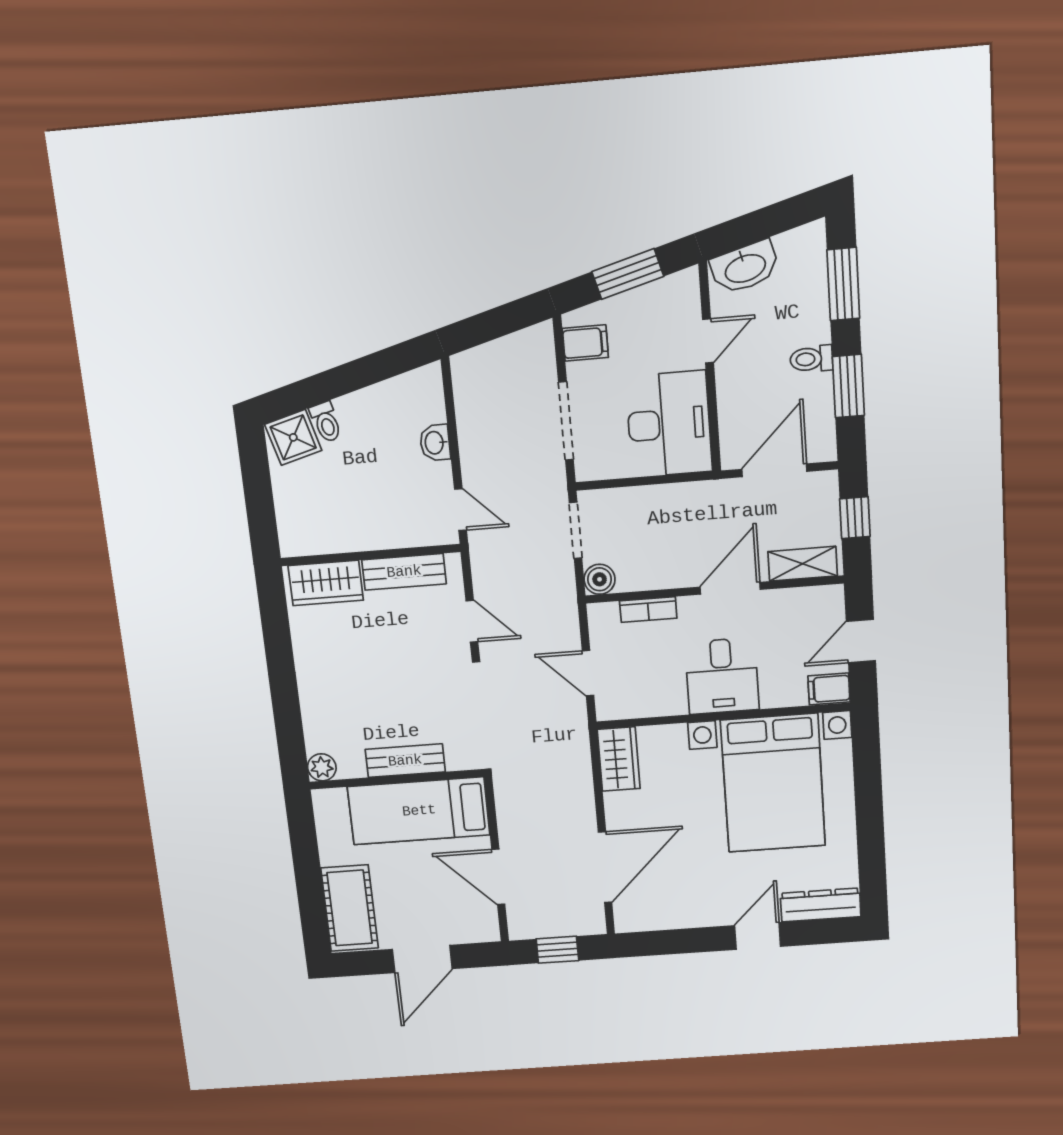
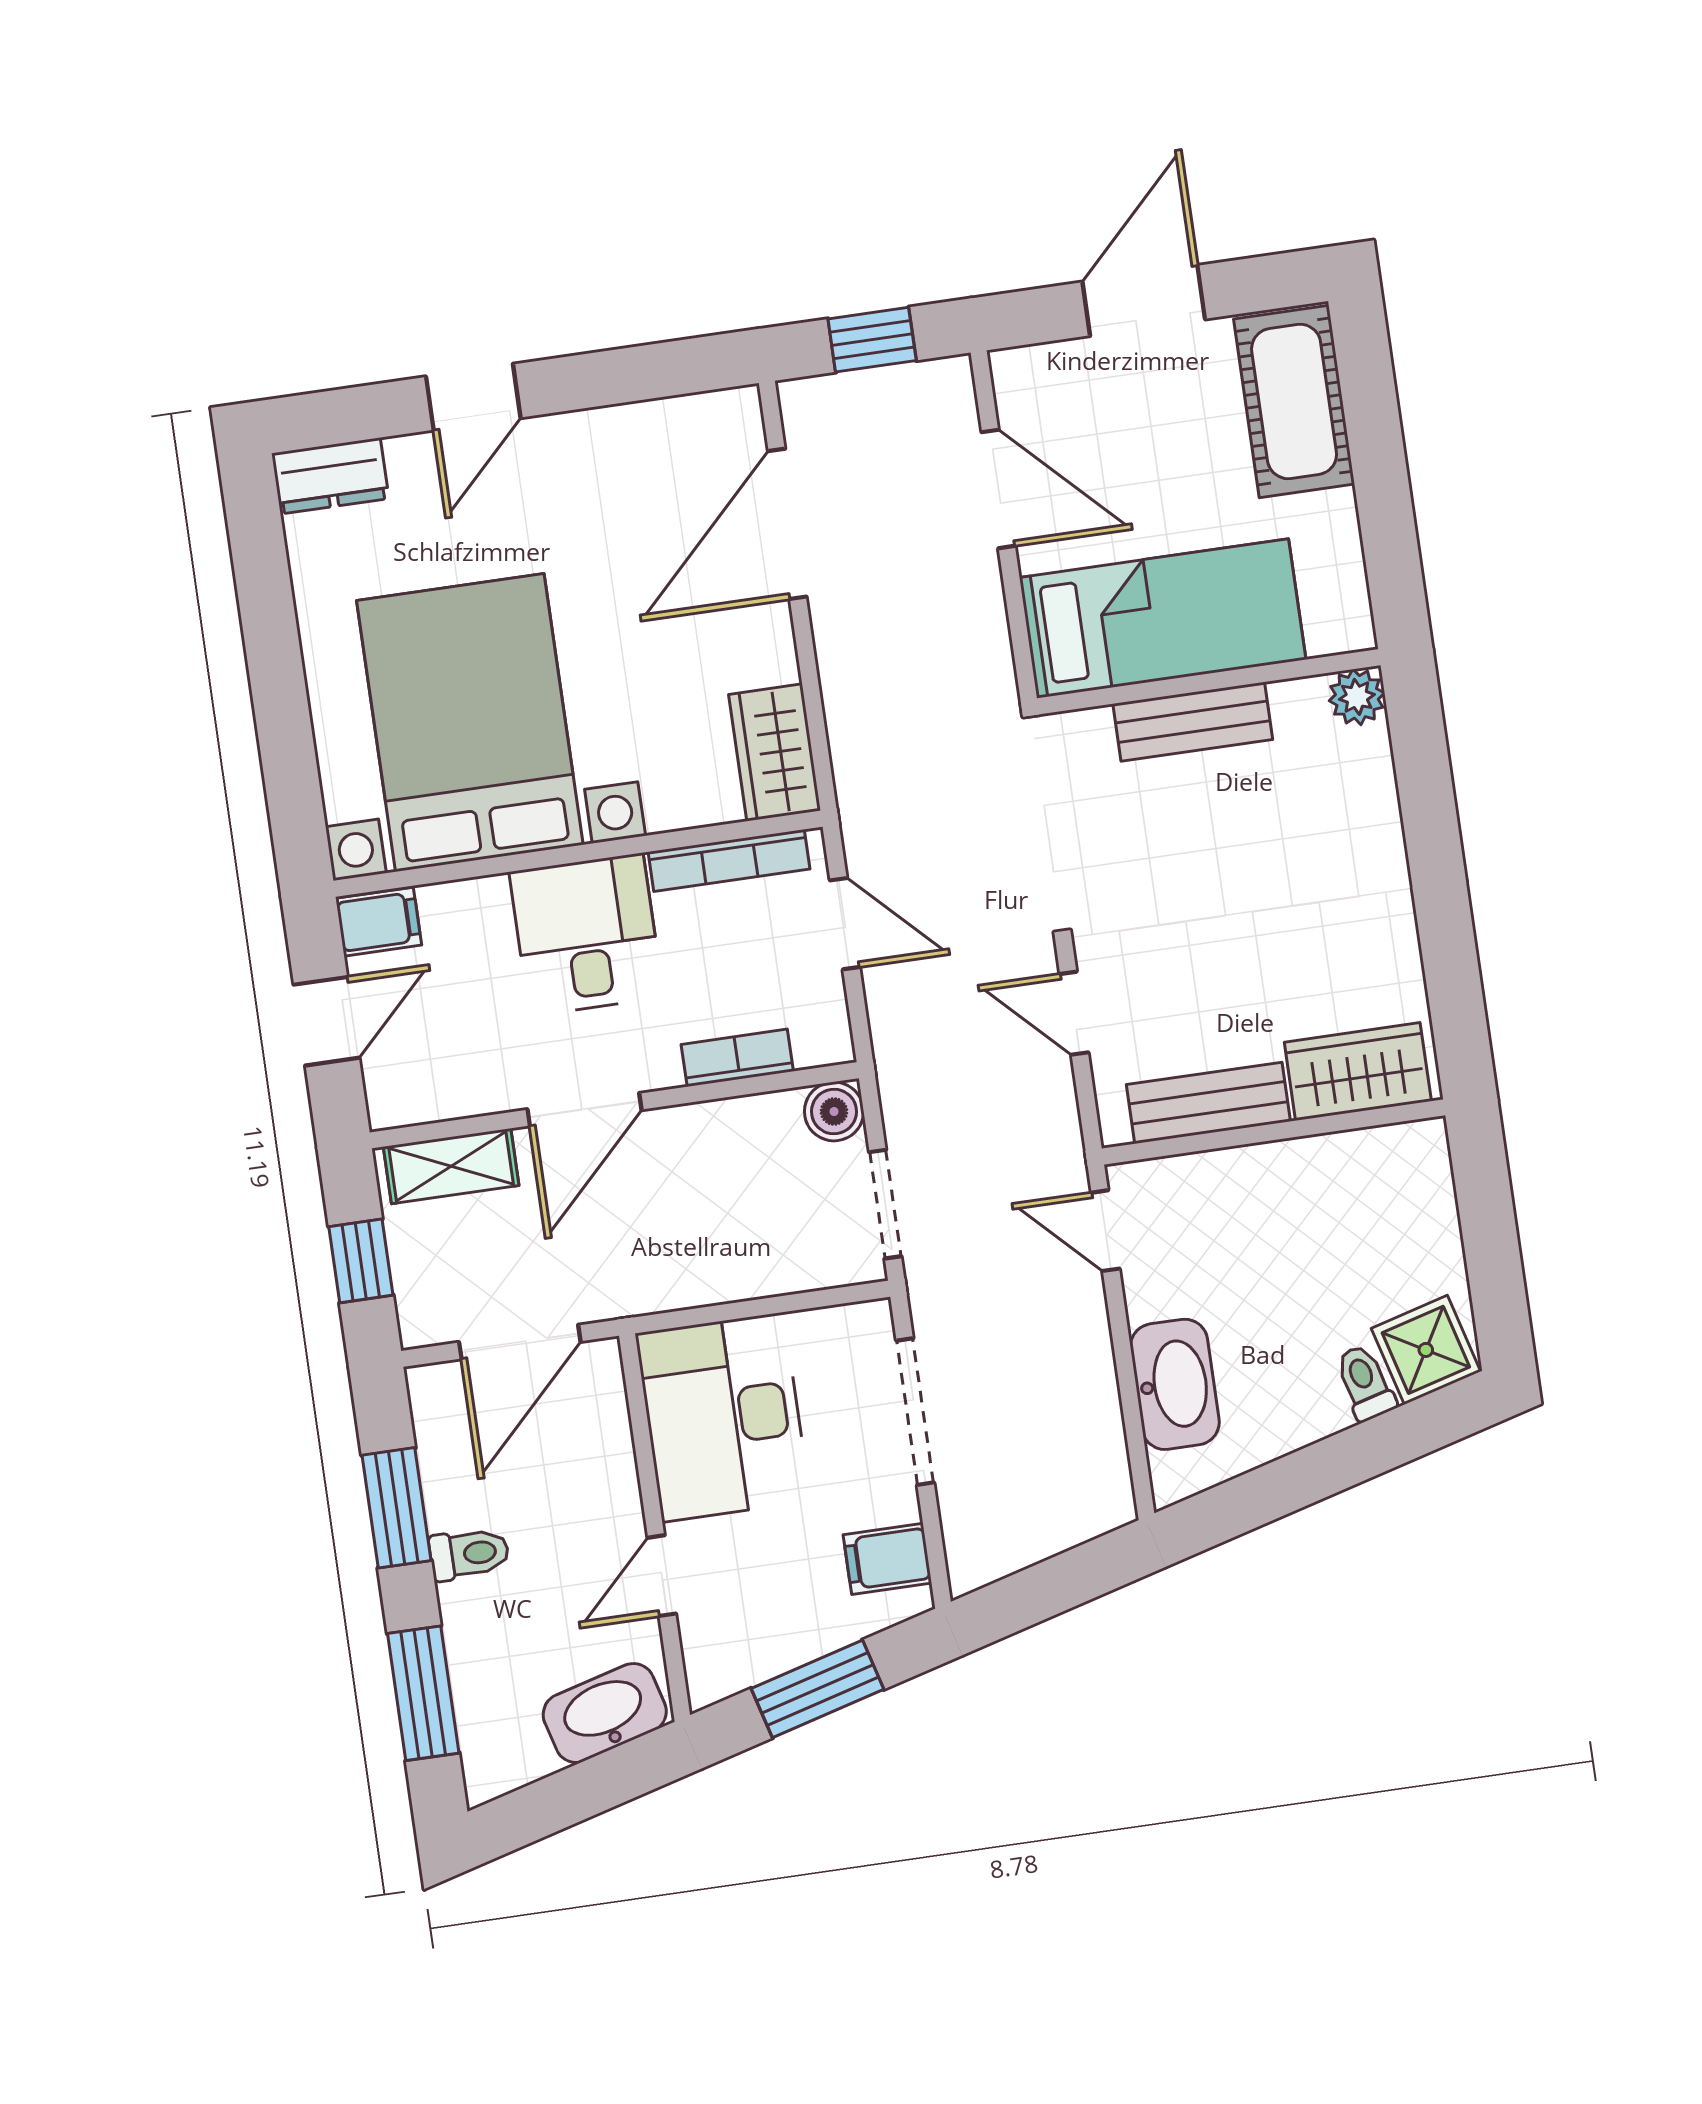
washbasin: (435, 443) -> (1175, 1384), width x1.91, depth x1.45
bookcase: (646, 708) -> (729, 860), added
dresser: (821, 905) -> (330, 476), width x0.70

